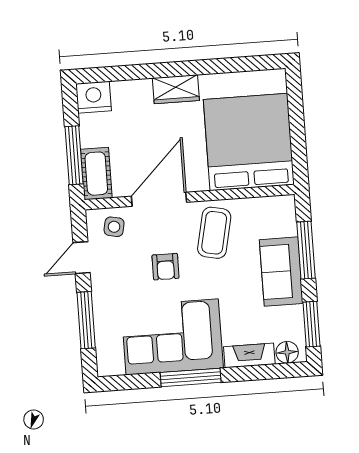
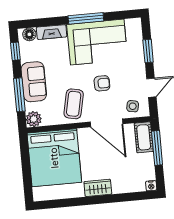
nightstand: (94, 97) -> (151, 186), width x0.53, depth x0.56
door: (159, 199) -> (107, 123), hinge flipped
plant: (283, 208) -> (34, 119), added
armchair: (165, 267) -> (102, 83), turned 90
window: (86, 320) -> (148, 51), width x0.69
window: (311, 324) -> (15, 51), width x0.67

